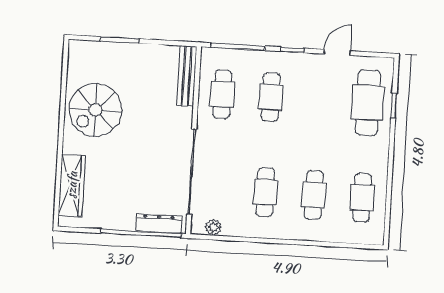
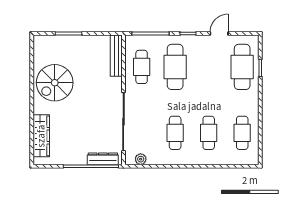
cafe table: (271, 97) -> (175, 67), width x1.37, depth x1.35

